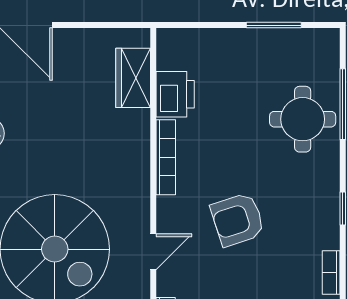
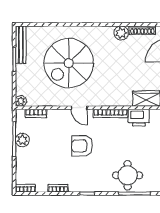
armchair: (238, 220) -> (82, 146), turned -72
door: (153, 252) -> (79, 108), moved

